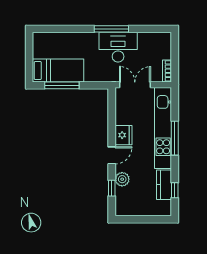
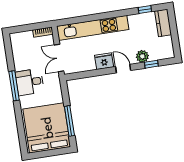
desk: (118, 47) -> (30, 82), width x0.73
bed: (58, 71) -> (47, 128), width x2.04
window: (175, 138) -> (100, 16), removed
kitchen counter: (164, 185) -> (163, 23), moved, turned 90

